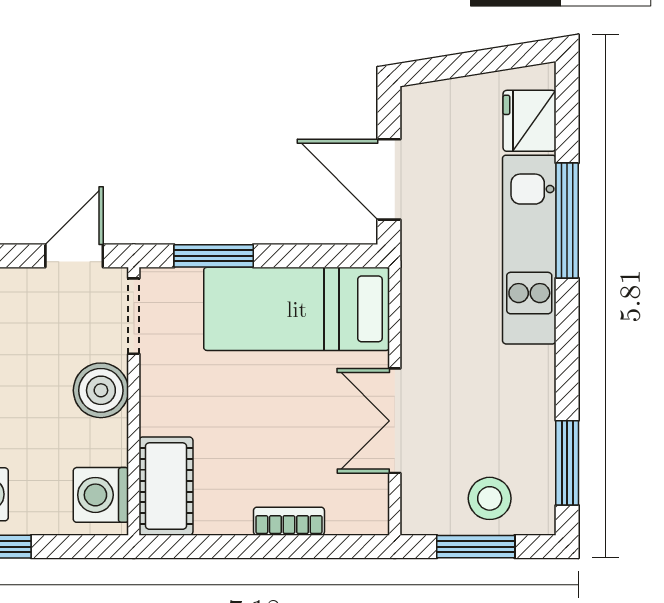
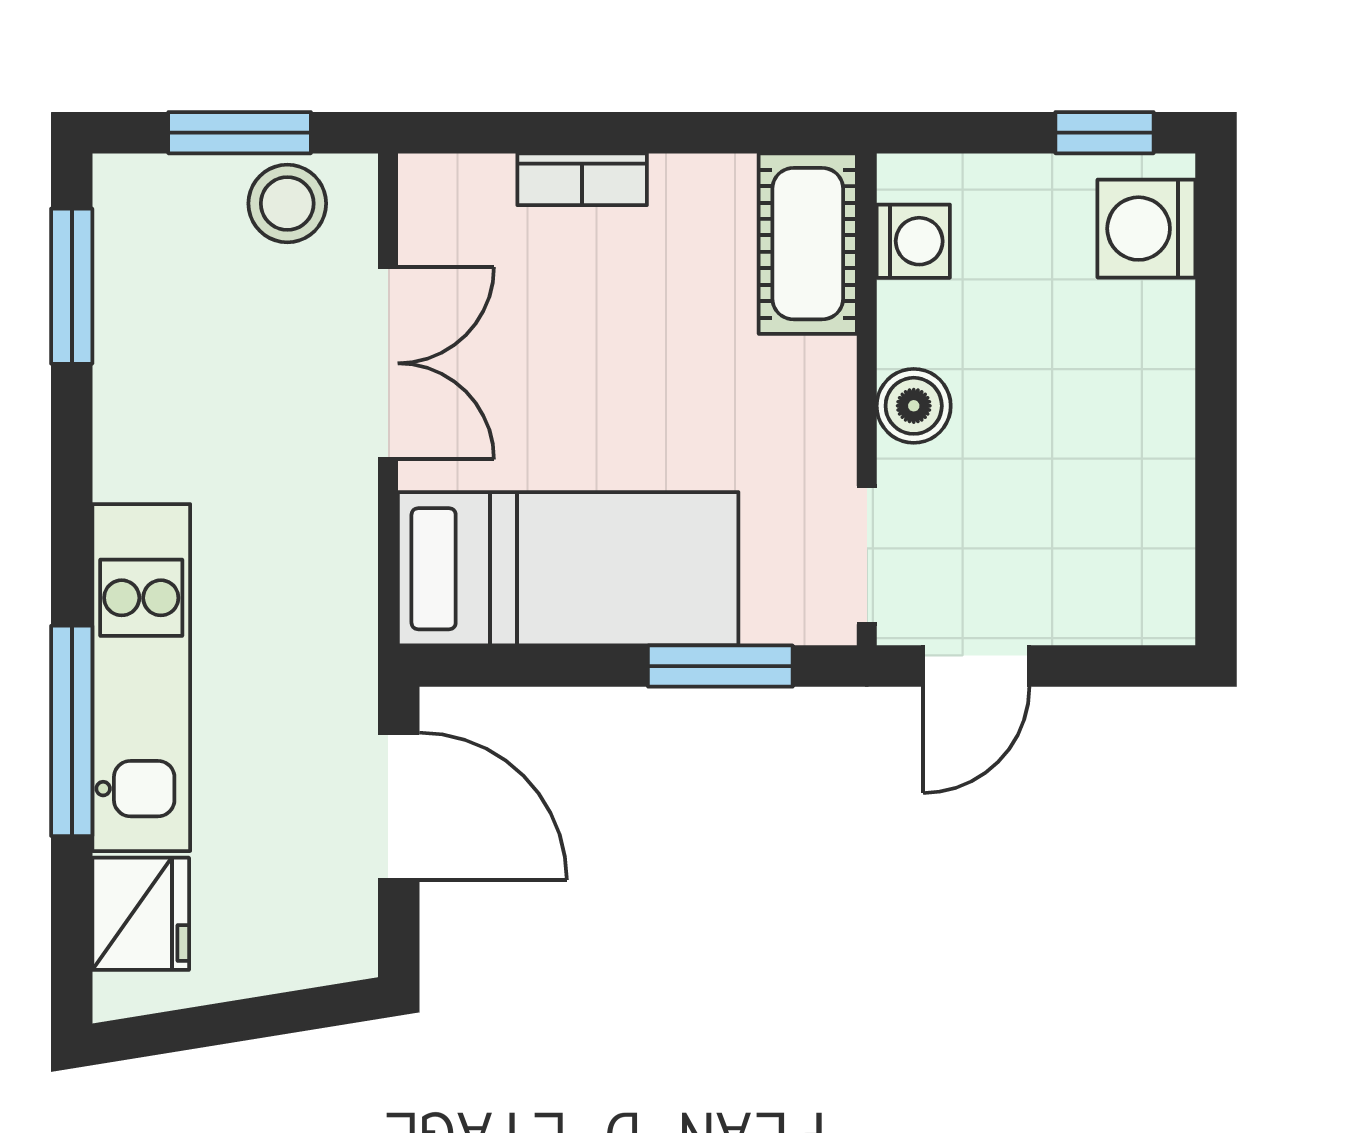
boiler: (101, 390) -> (914, 406), width x0.73, depth x0.73
washing machine: (101, 495) -> (913, 241), width x0.73, depth x0.73
stool: (490, 498) -> (287, 203), moved

